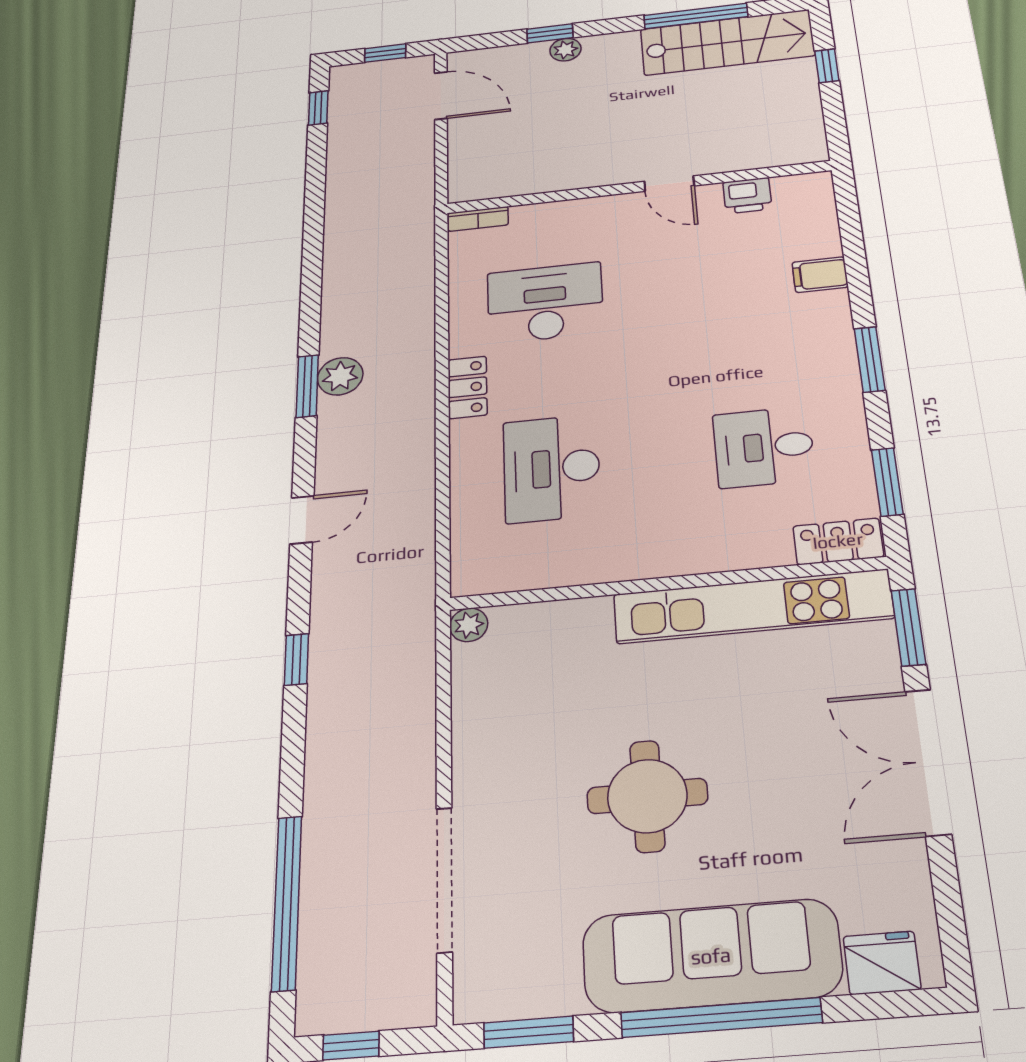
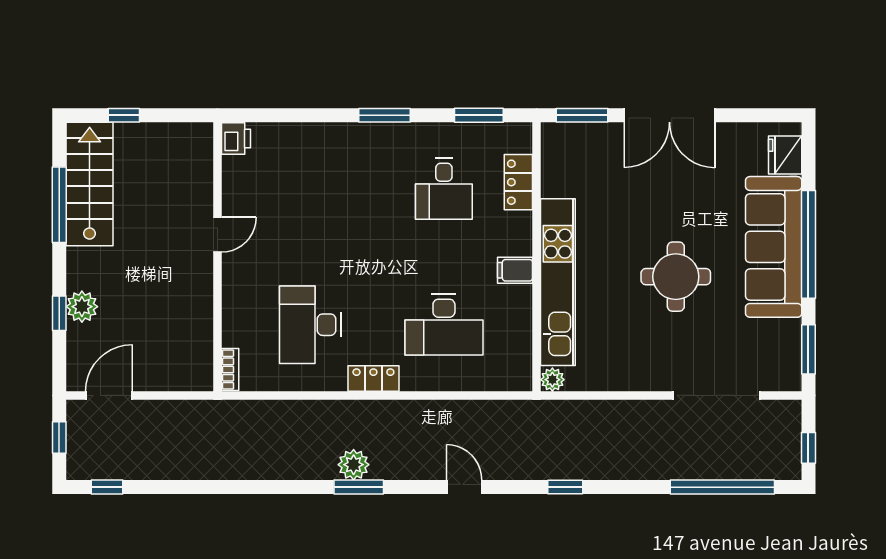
plant: (565, 50) -> (82, 307), width x1.38, depth x1.38
printer: (747, 196) -> (236, 139), moved
filing cabinet: (820, 275) -> (515, 270), moved, turned 90
locker: (838, 541) -> (518, 182), moved
kitchen unit: (753, 606) -> (558, 282), moved

